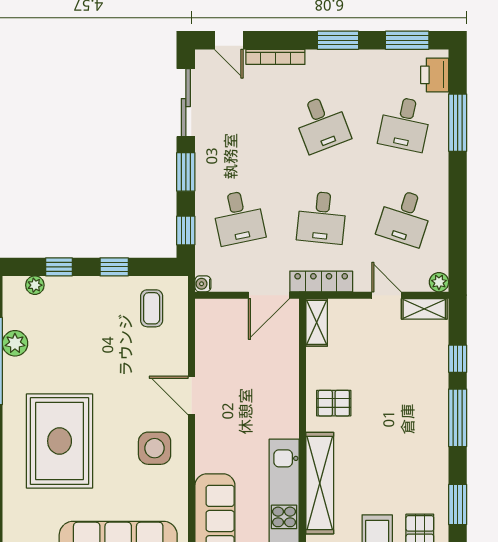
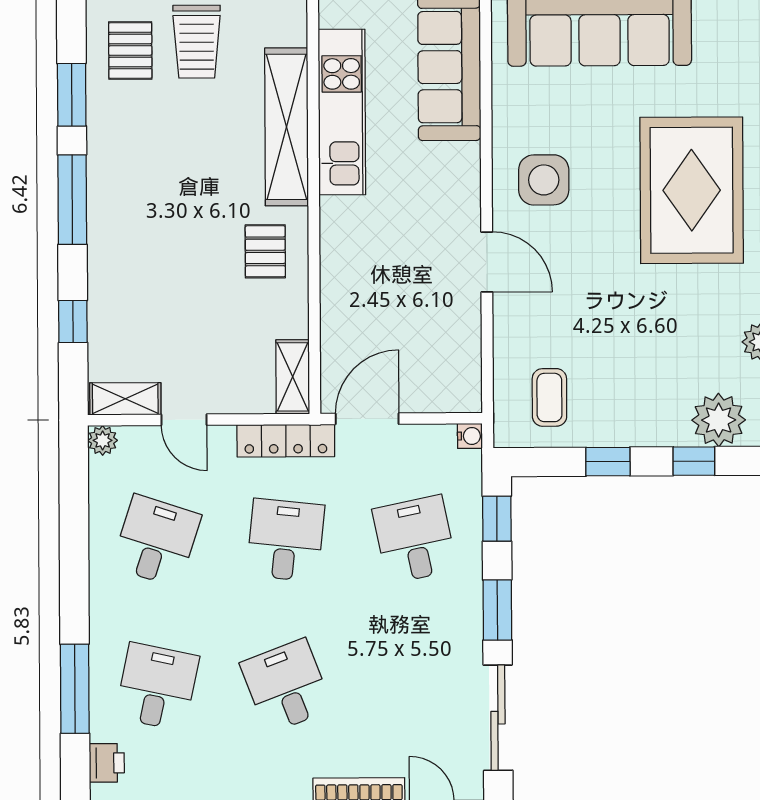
printer: (435, 75) -> (107, 763), width x0.73, depth x0.81
plant: (35, 285) -> (719, 420), width x1.87, depth x1.87
pallet: (334, 403) -> (265, 251), turned 90
window: (458, 418) -> (72, 200), moved

